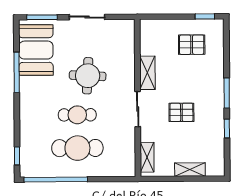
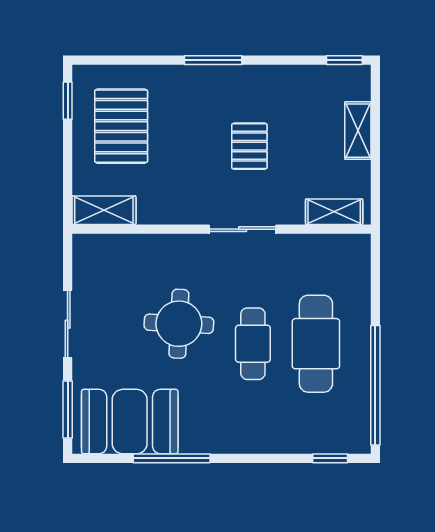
pallet: (192, 45) -> (121, 126), width x1.50, depth x1.42
shelving: (147, 73) -> (104, 210), moved
window: (227, 129) -> (344, 60), moved

